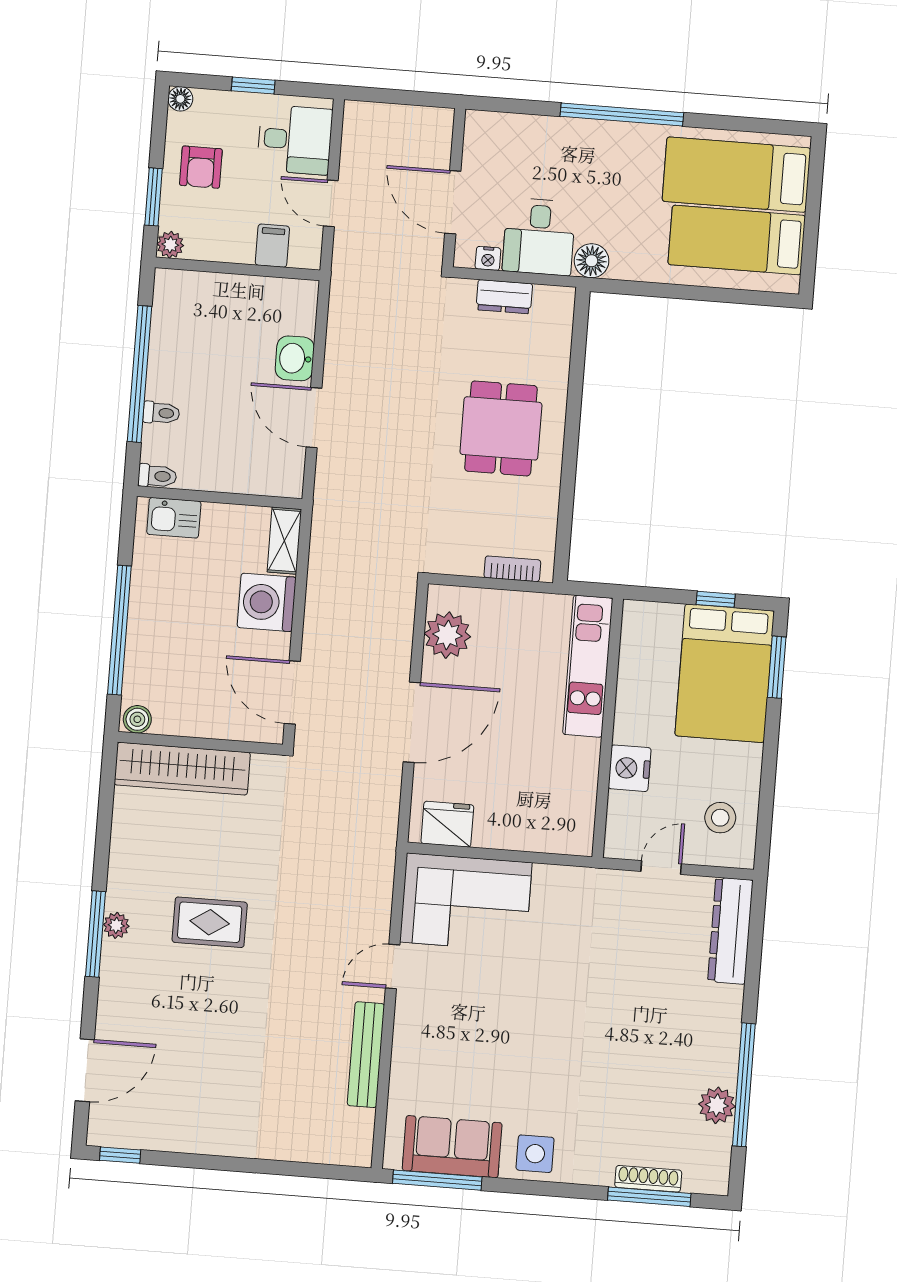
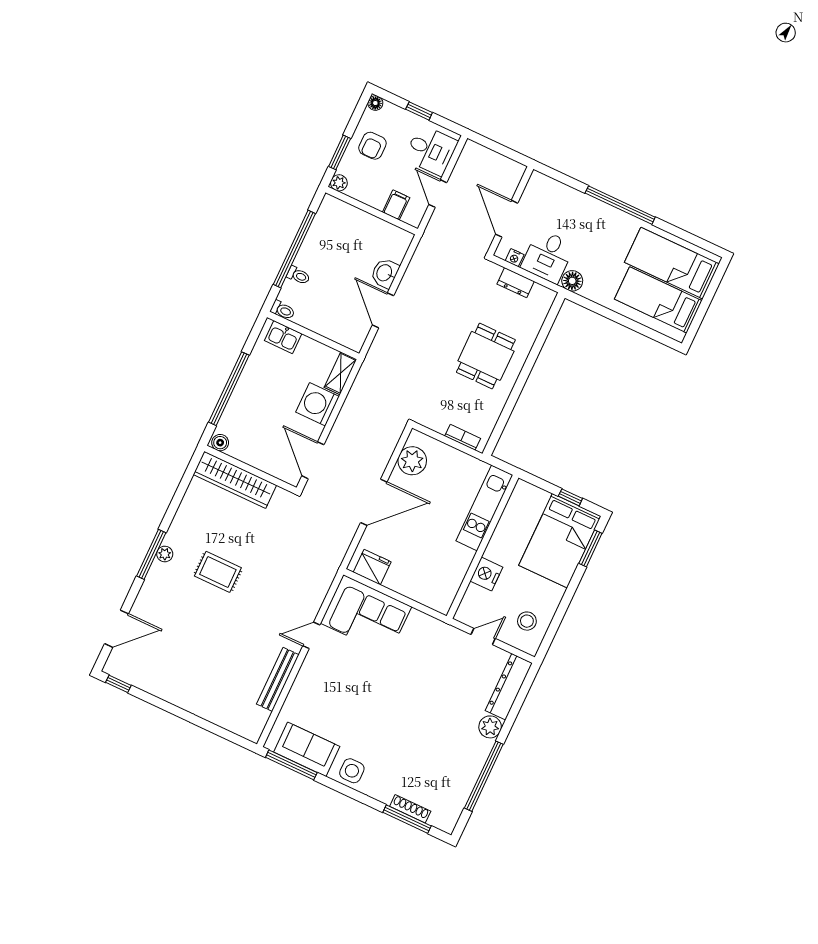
plant: (717, 1105) -> (490, 727), moved

